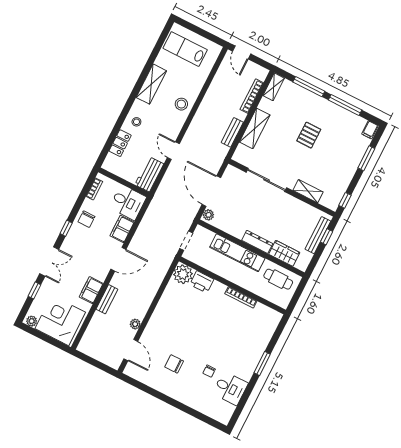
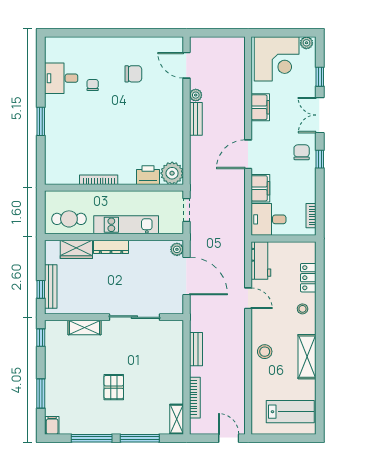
shelving: (255, 128) -> (174, 365), removed
chair: (86, 219) -> (302, 152), moved
bench: (107, 299) -> (196, 119), moved

